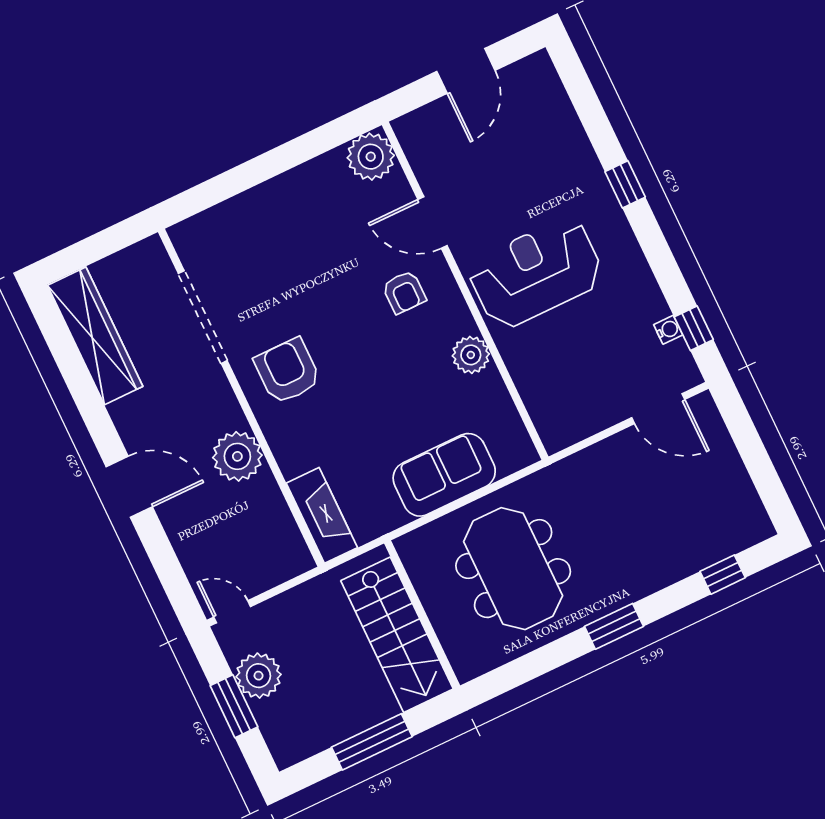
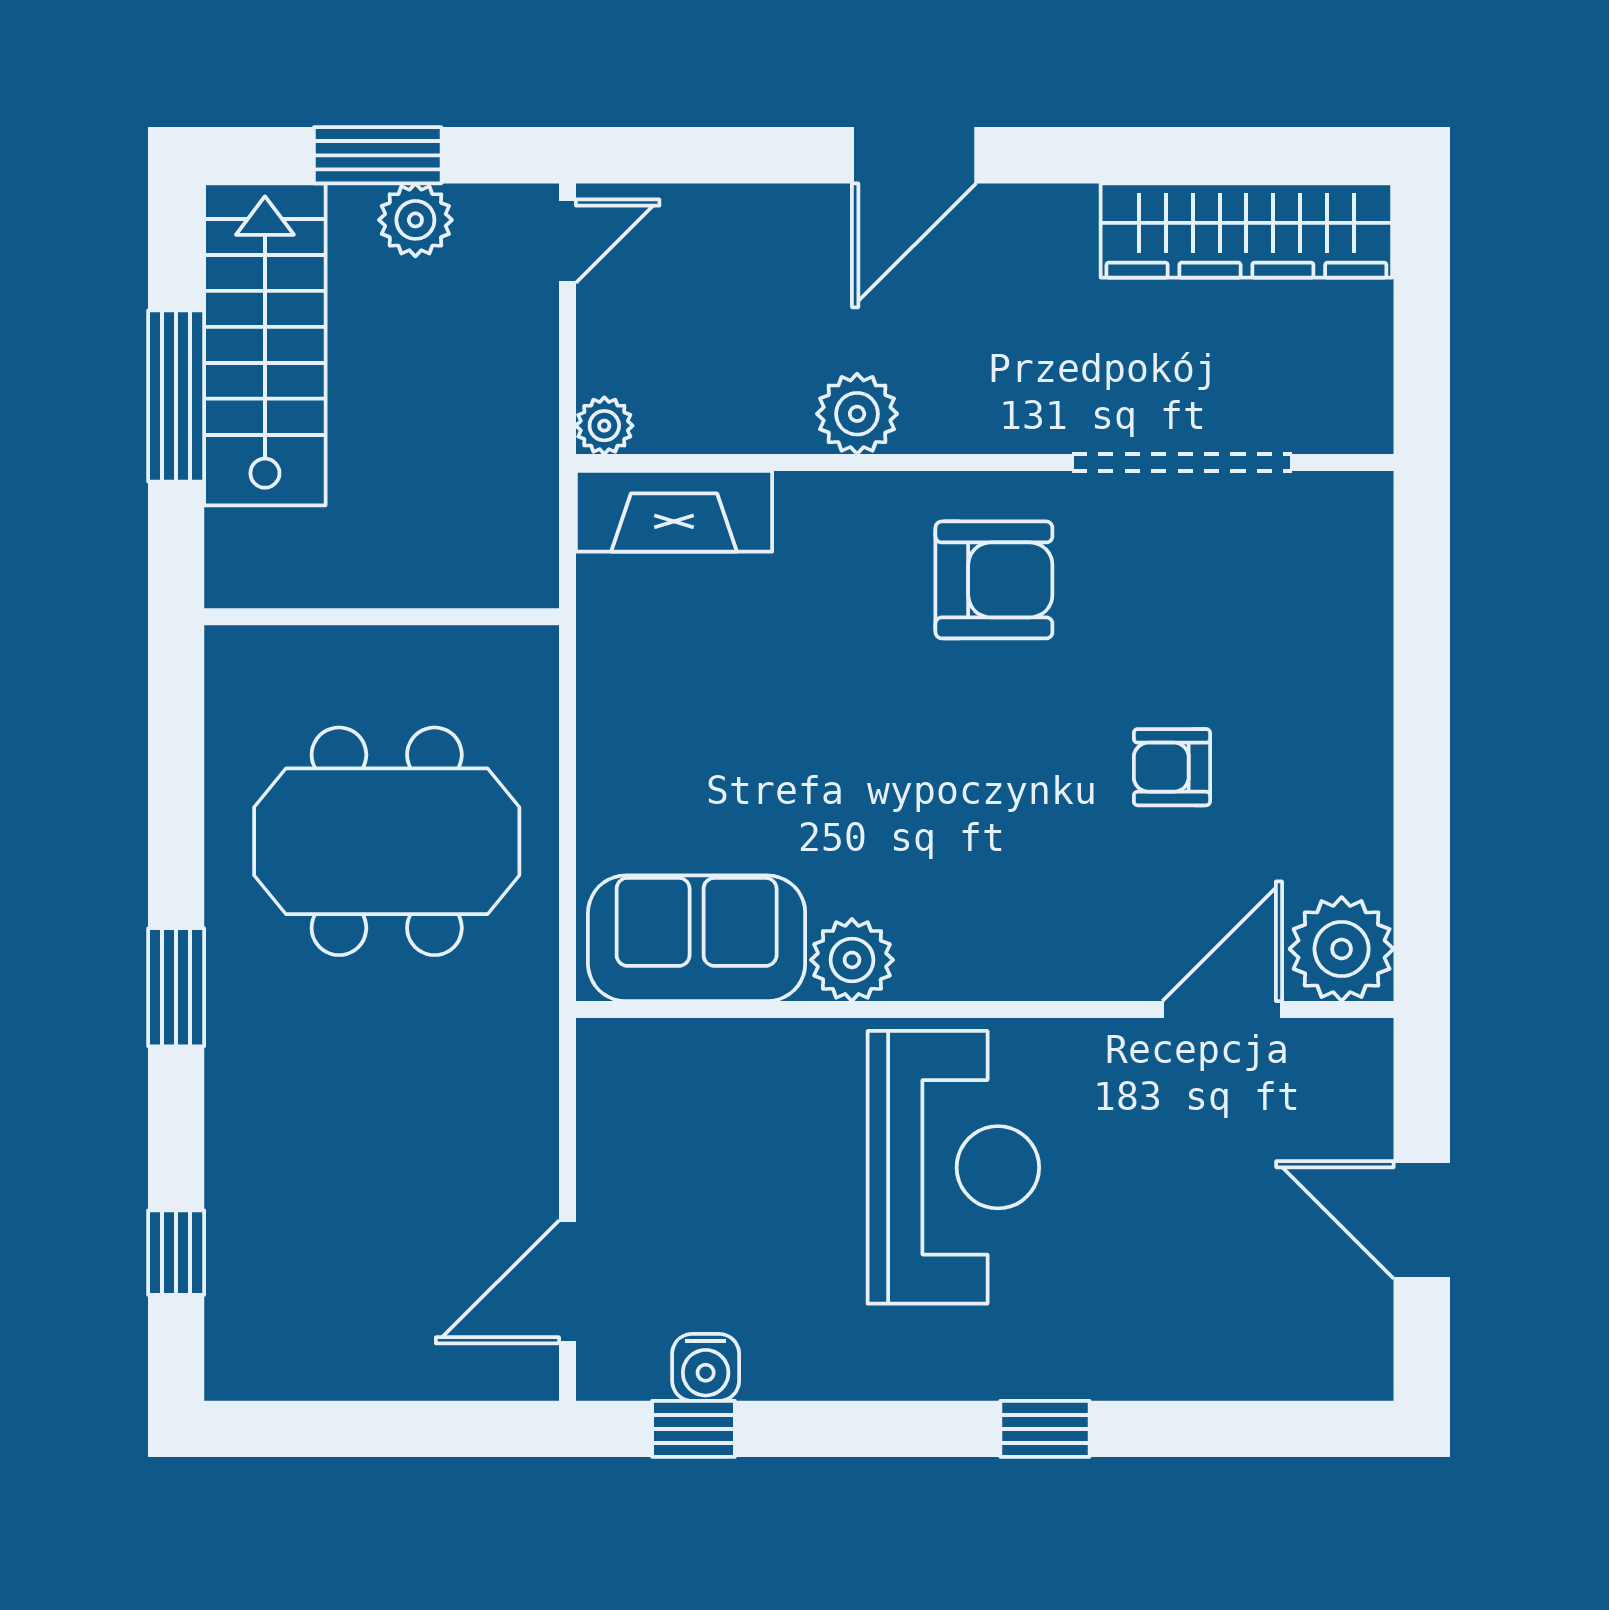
door: (433, 223) -> (1222, 1010), moved
armchair: (404, 292) -> (1172, 767), moved
water cooler: (668, 330) -> (706, 1367), width x1.38, depth x1.38
plant: (237, 456) -> (857, 414), width x0.73, depth x0.73
sofa: (444, 475) -> (697, 938), moved, turned -90
plant: (300, 561) -> (604, 426), added
stairs: (397, 635) -> (265, 344), moved, turned 90
plant: (259, 676) -> (415, 220), width x0.73, depth x0.73

